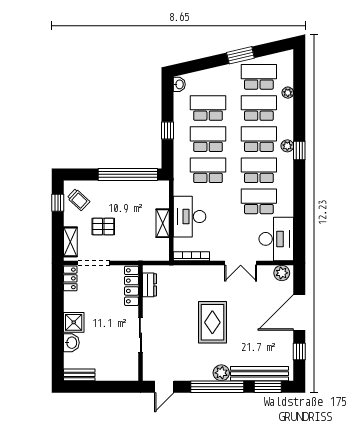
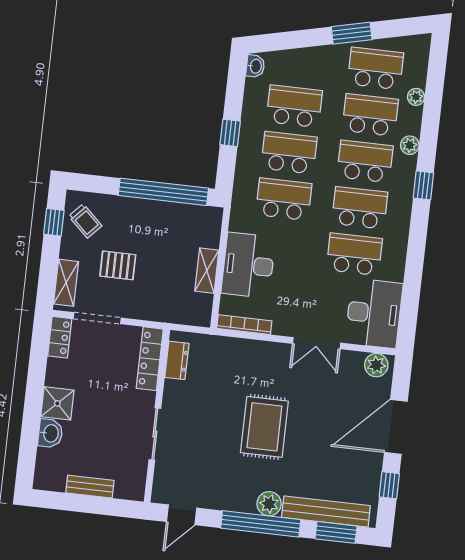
plant: (287, 146) -> (410, 145), moved
bench: (79, 375) -> (90, 487), moved

